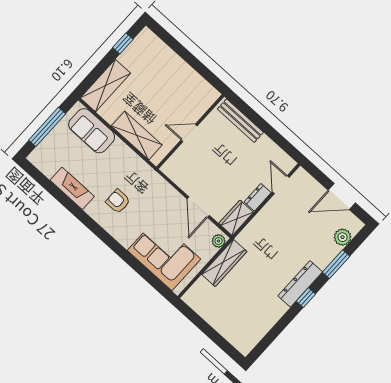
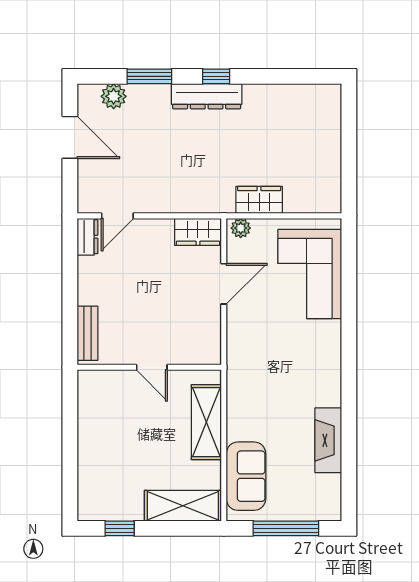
bench: (240, 121) -> (87, 333), width x0.73
dresser: (258, 197) -> (88, 237), moved, turned -90
armchair: (118, 201) -> (297, 377), removed
wardrobe: (224, 263) -> (259, 200), width x0.67

